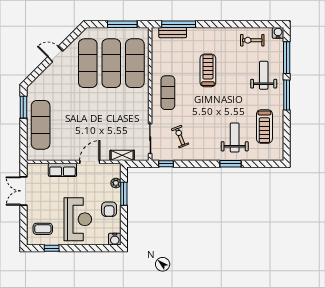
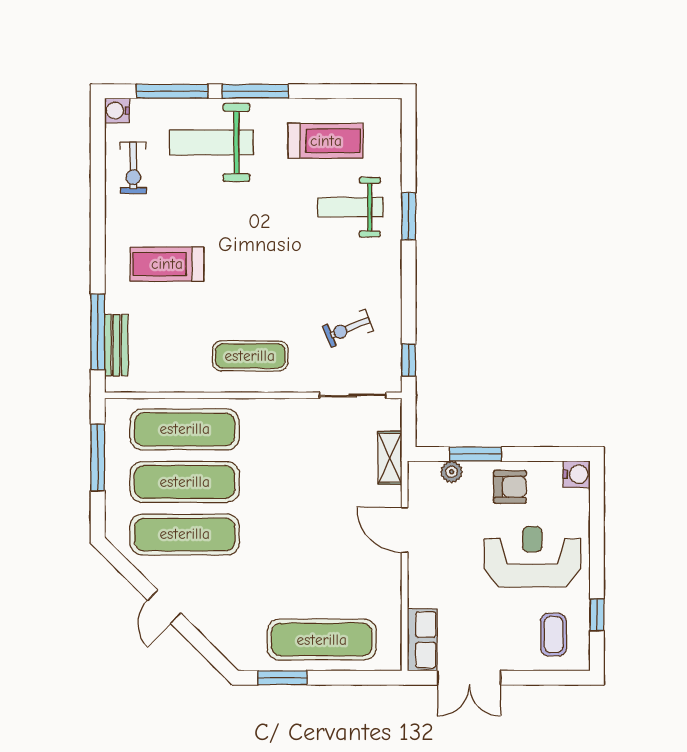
treadmill: (208, 70) -> (167, 264), moved
weight bench: (264, 75) -> (211, 142), width x1.36, depth x1.33
row of seats: (62, 170) -> (422, 640), moved

